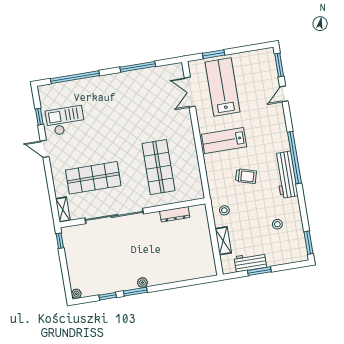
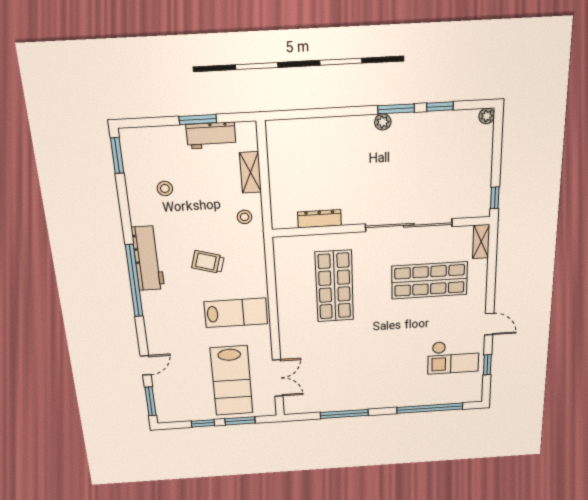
window: (240, 50) -> (203, 423), added

